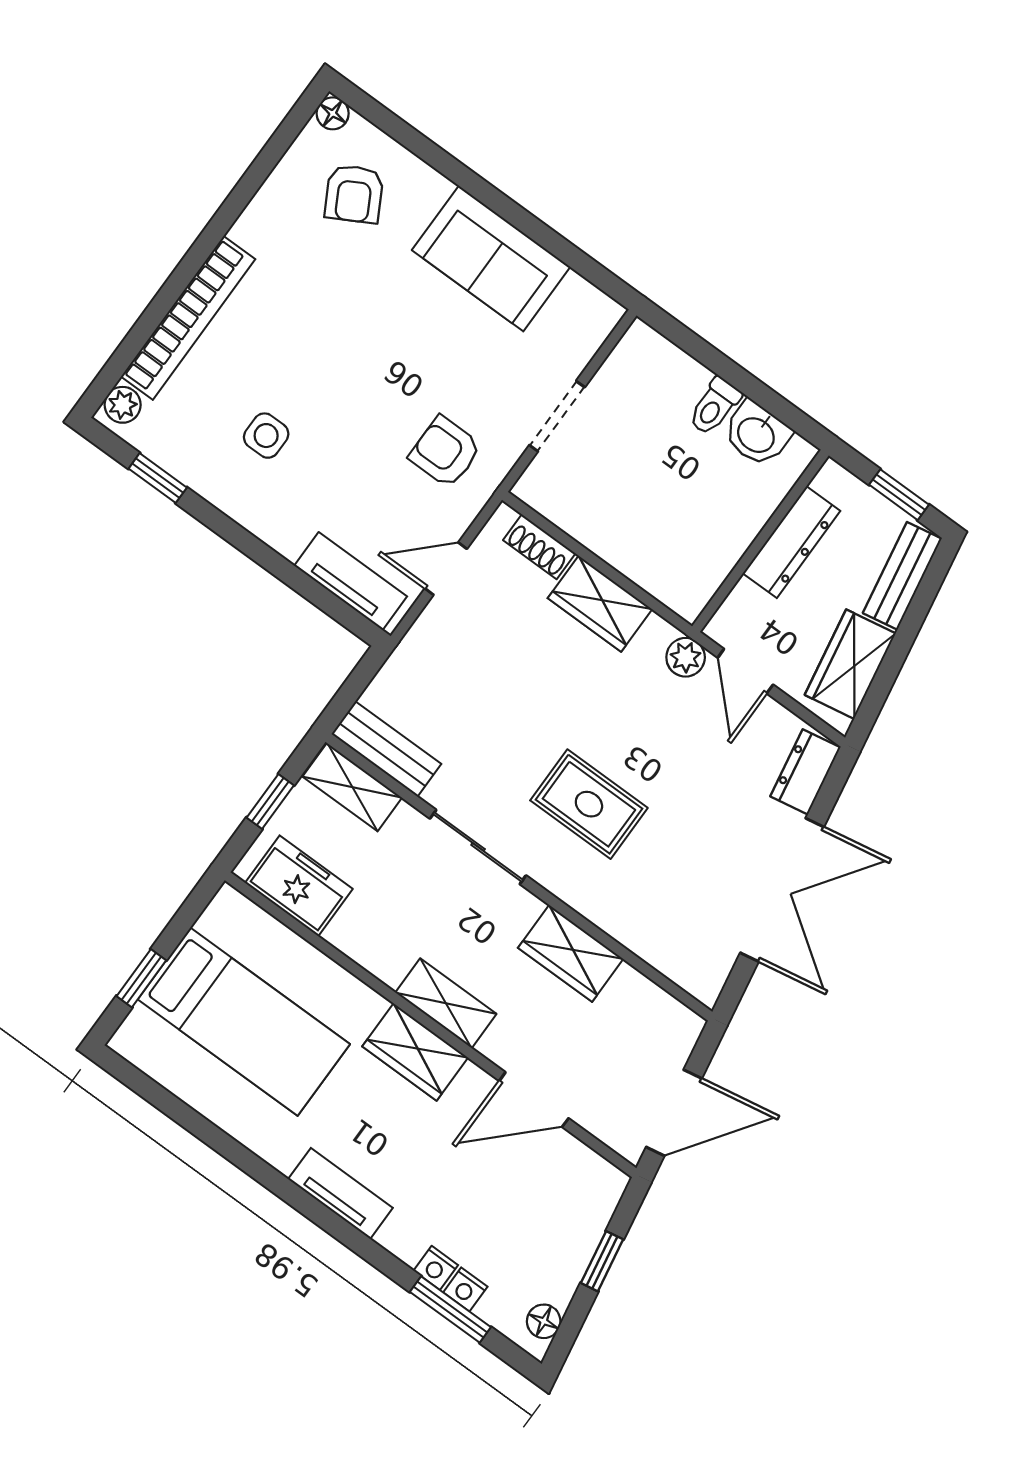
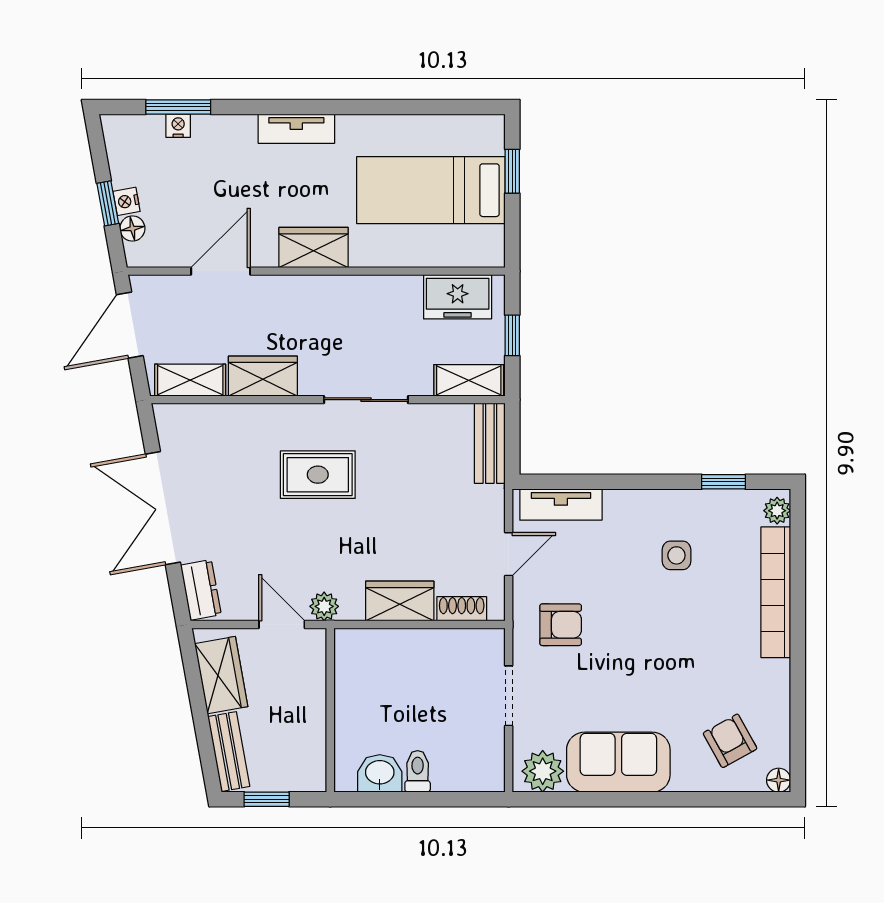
plant: (580, 308) -> (543, 771), added
dresser: (792, 542) -> (311, 723), removed
bench: (386, 749) -> (490, 443), moved, turned 90
shelving: (446, 1003) -> (190, 380), moved
nightstand: (436, 1268) -> (127, 201), moved, turned -100
floor lamp: (544, 1321) -> (132, 229), moved

